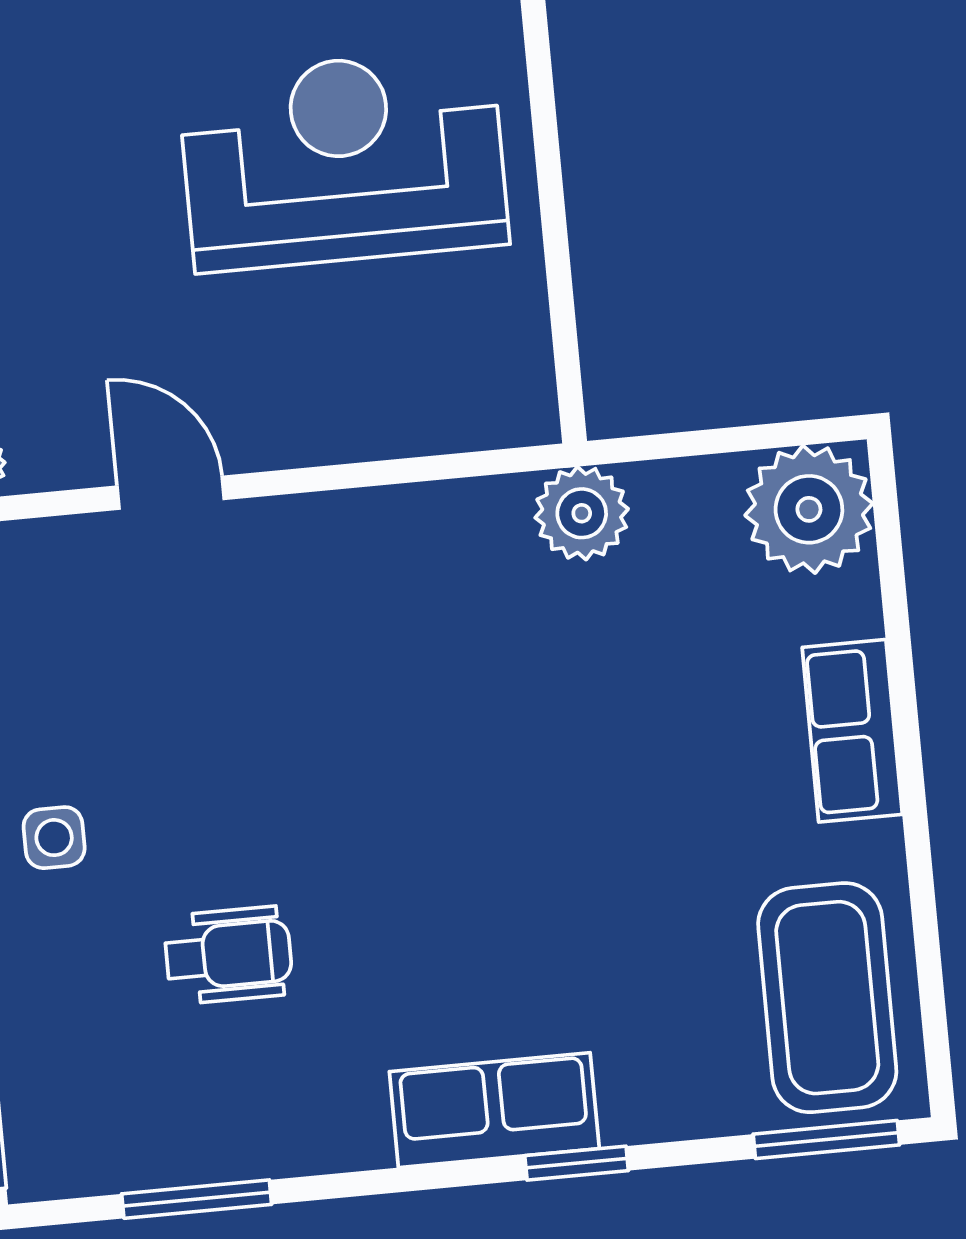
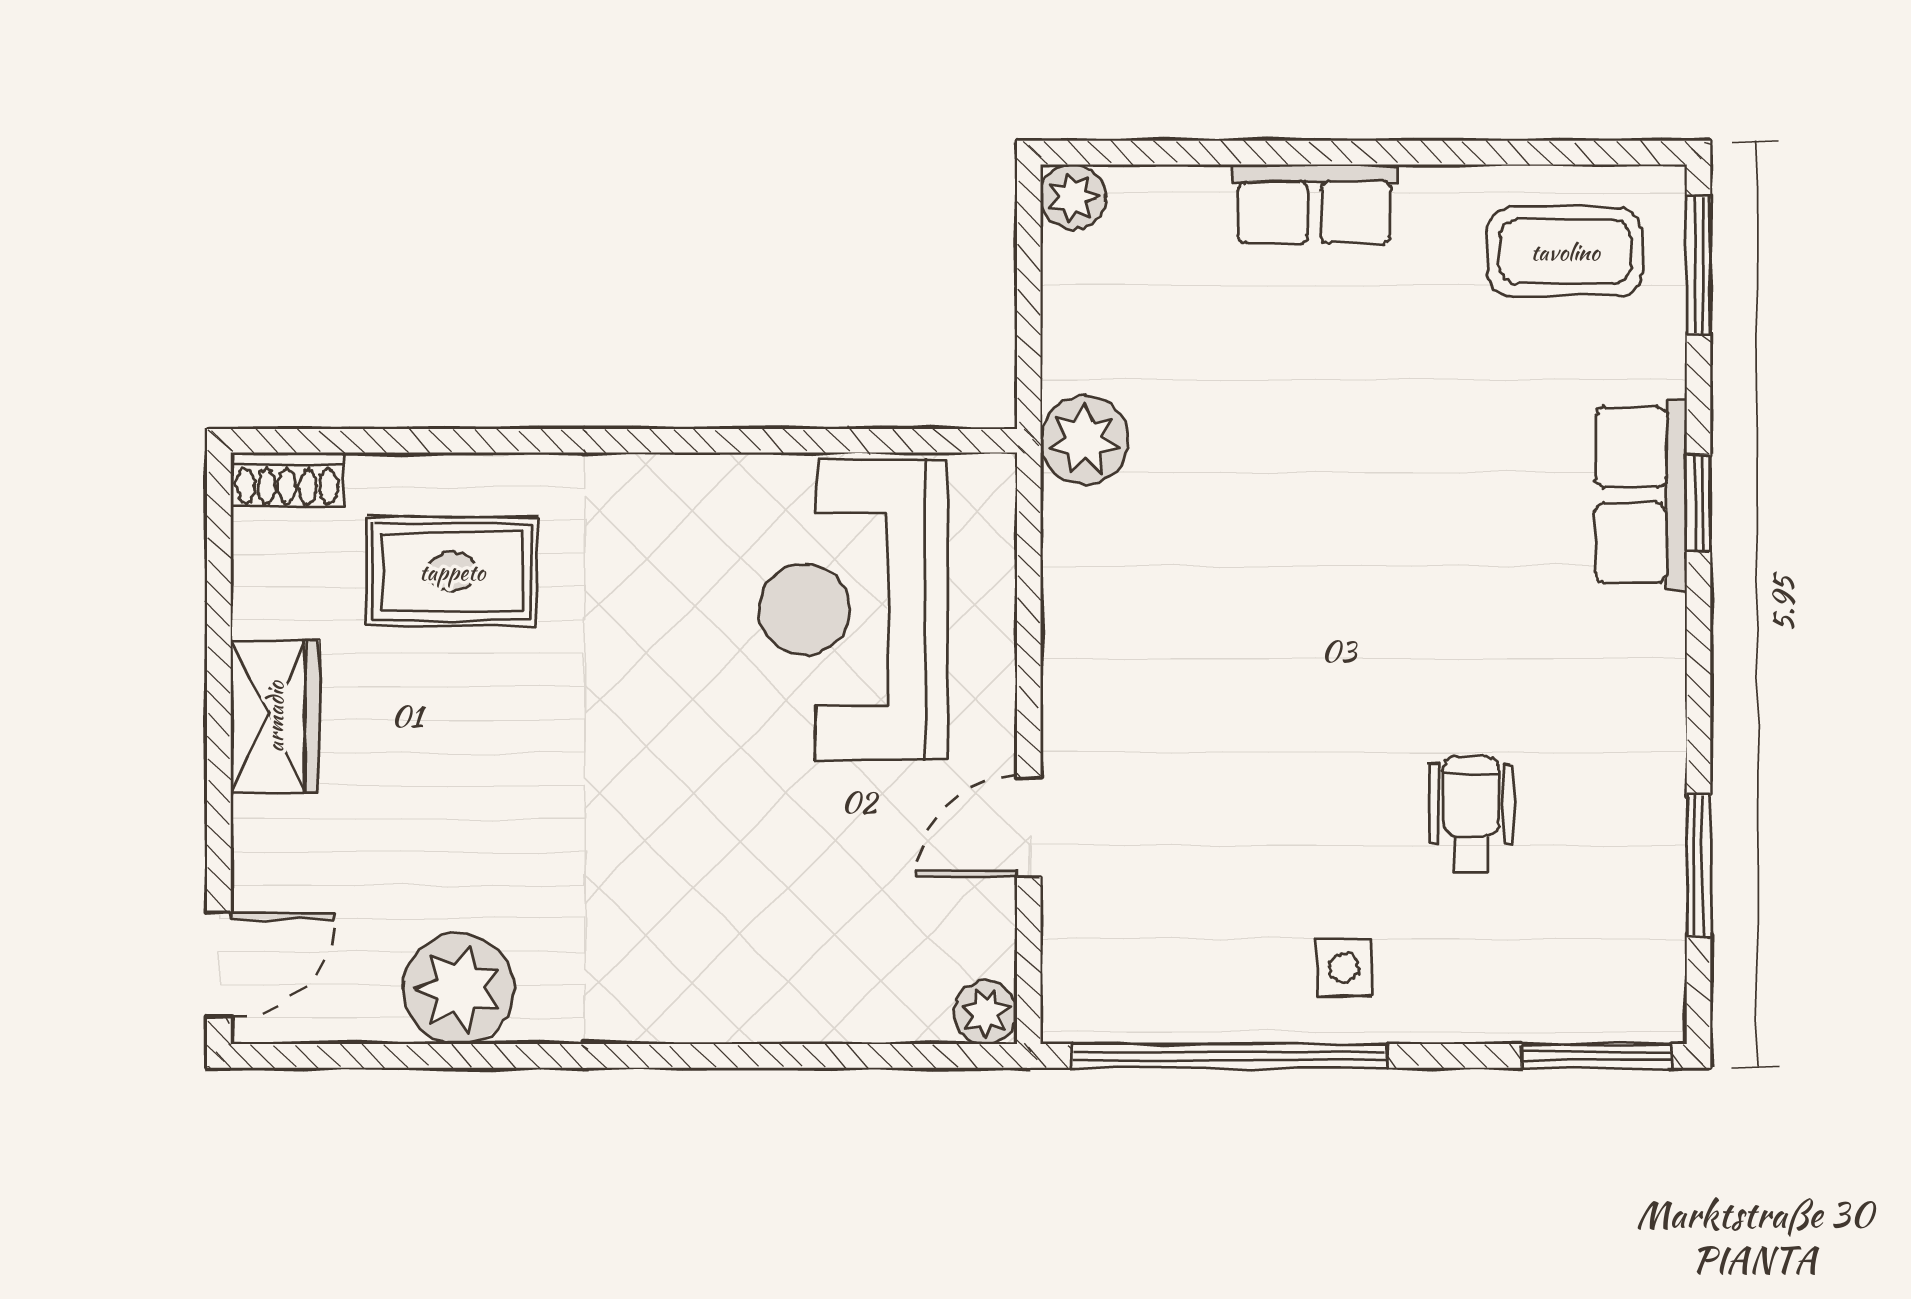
reception desk: (343, 160) -> (853, 610), moved
plant: (809, 509) -> (1073, 197), width x0.53, depth x0.53
coffee table: (827, 998) -> (1565, 252), width x0.73, depth x0.76
row of seats: (494, 1110) -> (1641, 495), moved

